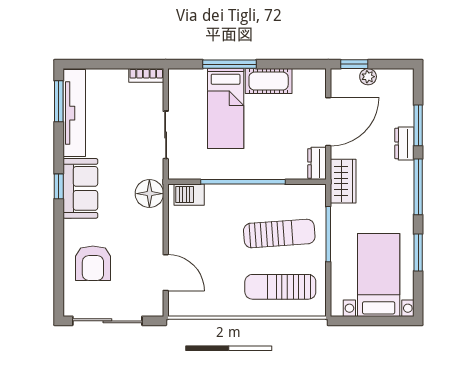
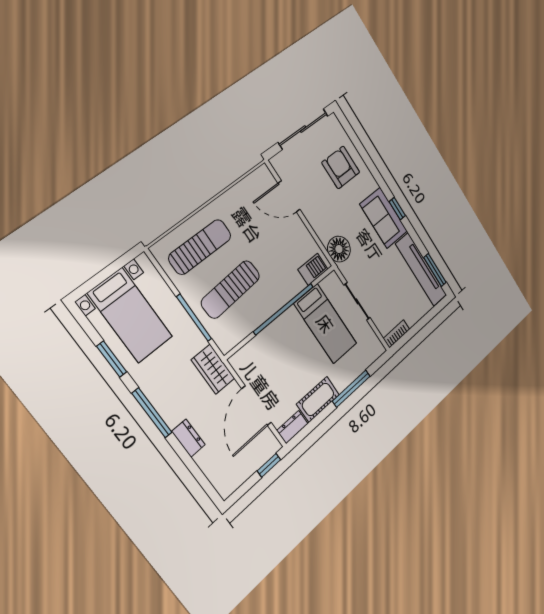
plant: (368, 77) -> (253, 465), removed
bed: (226, 109) -> (325, 324), moved, turned 180
window: (418, 125) -> (188, 461), removed
dresser: (317, 163) -> (292, 427), moved, turned -90

